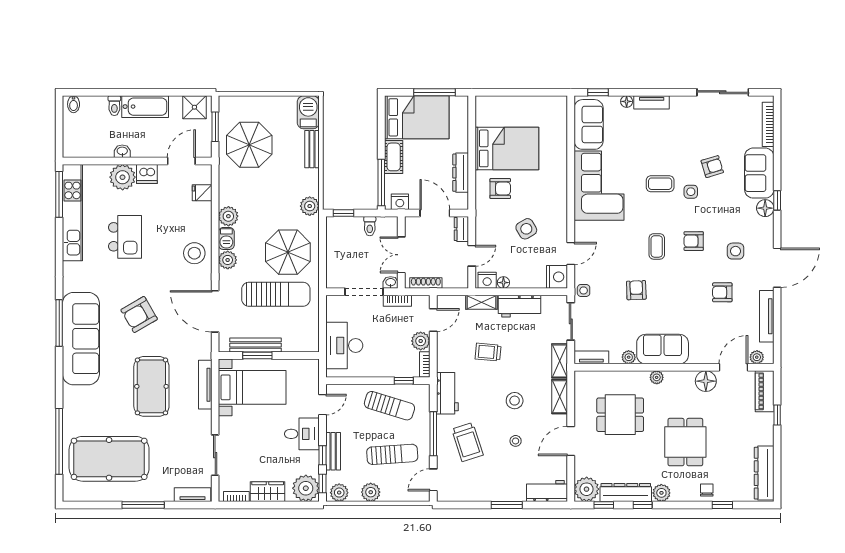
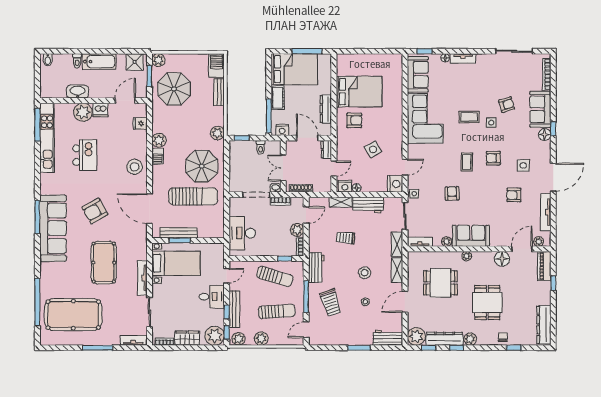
washbasin: (122, 151) -> (78, 92), width x1.91, depth x1.45
plant: (228, 260) -> (158, 60), moved
tv unit: (205, 385) -> (142, 278), moved
bench: (333, 451) -> (234, 309), width x1.36

